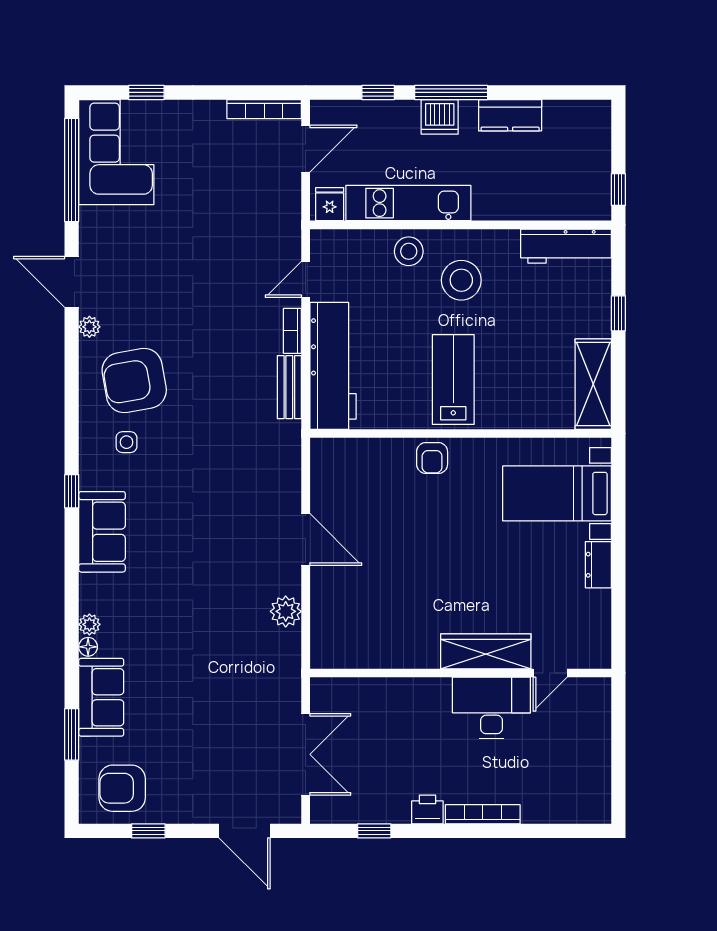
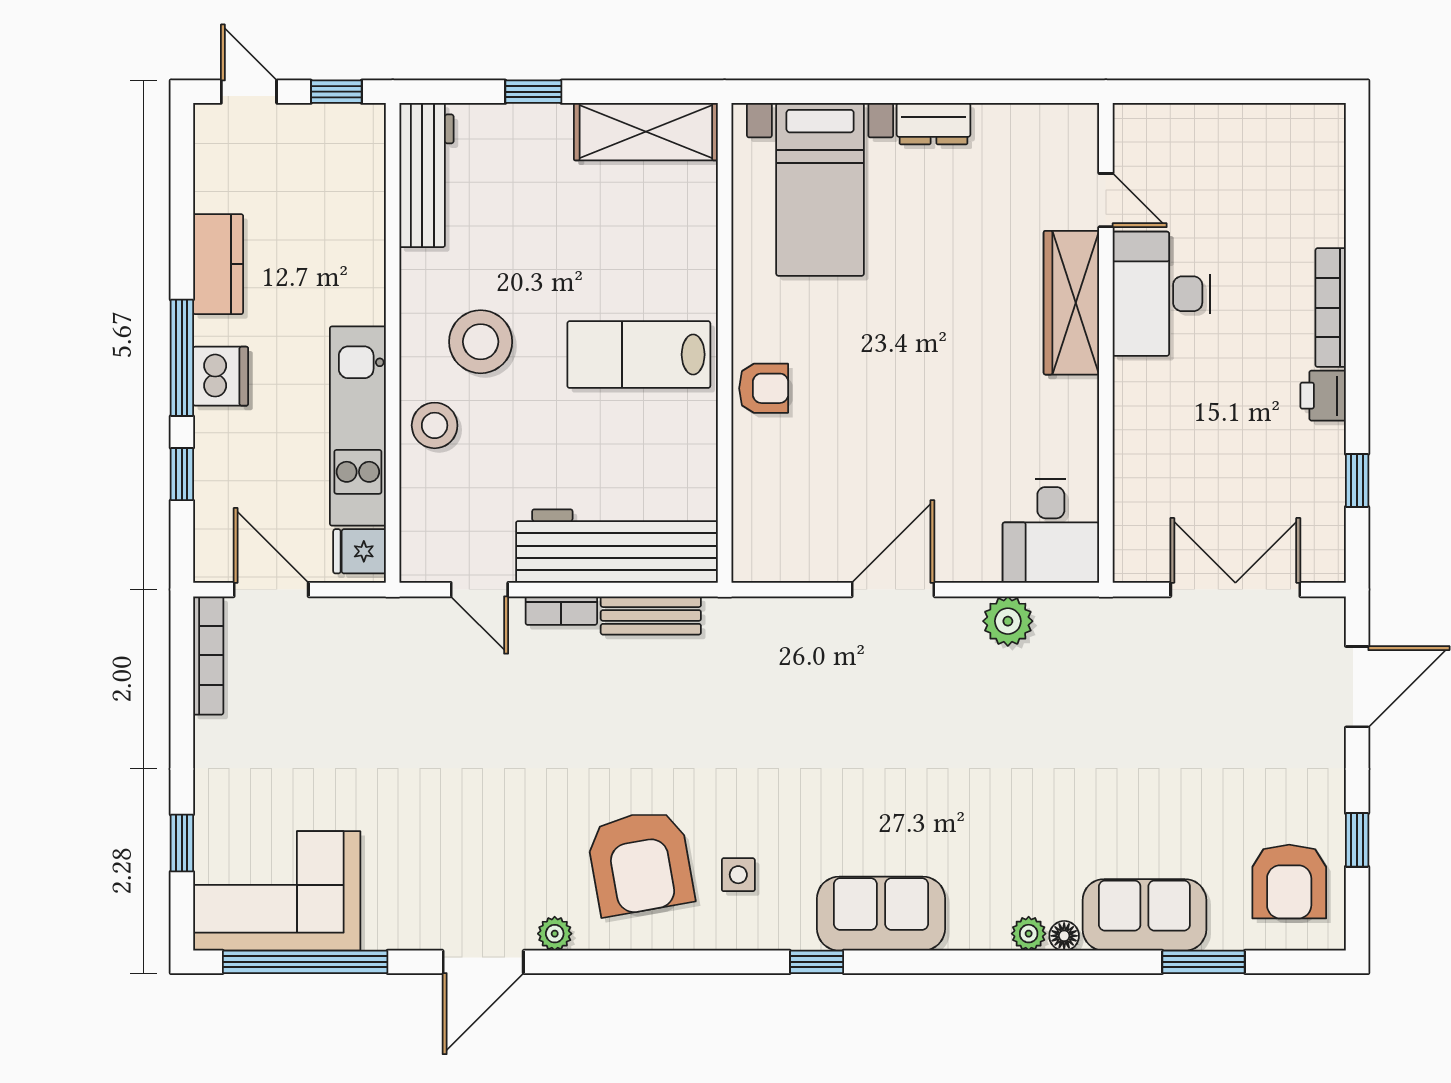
door: (618, 135) -> (249, 92), added
desk: (343, 638) -> (1051, 531), added

